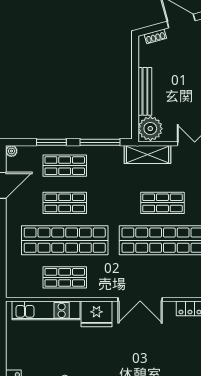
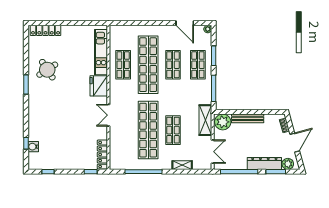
double door: (140, 299) -> (108, 115), width x0.73

